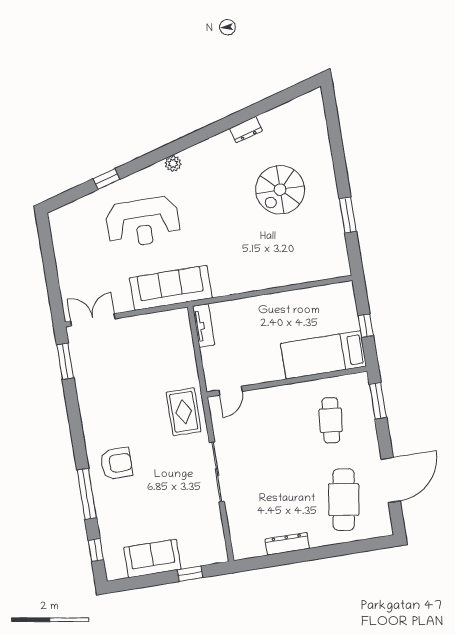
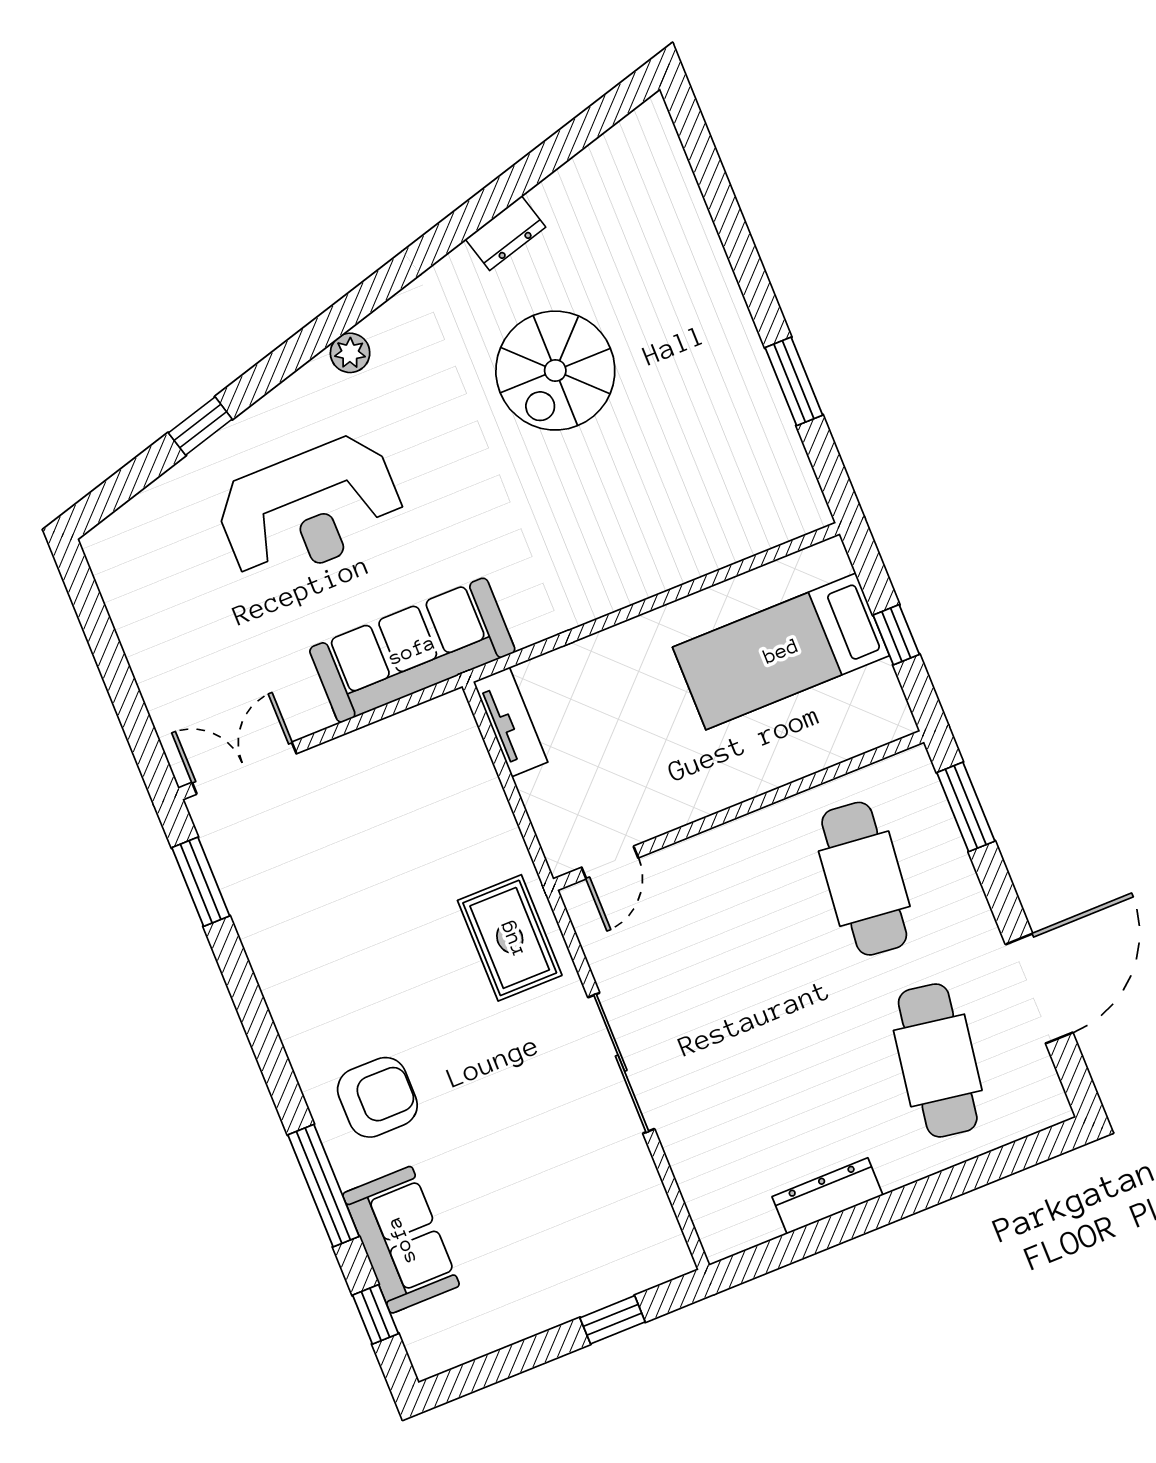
spiral stairs: (280, 190) -> (555, 371), moved
bed: (323, 355) -> (781, 651), moved
cafe table: (331, 420) -> (864, 879), width x1.37, depth x1.35
sofa: (152, 558) -> (401, 1240), moved, turned 90

